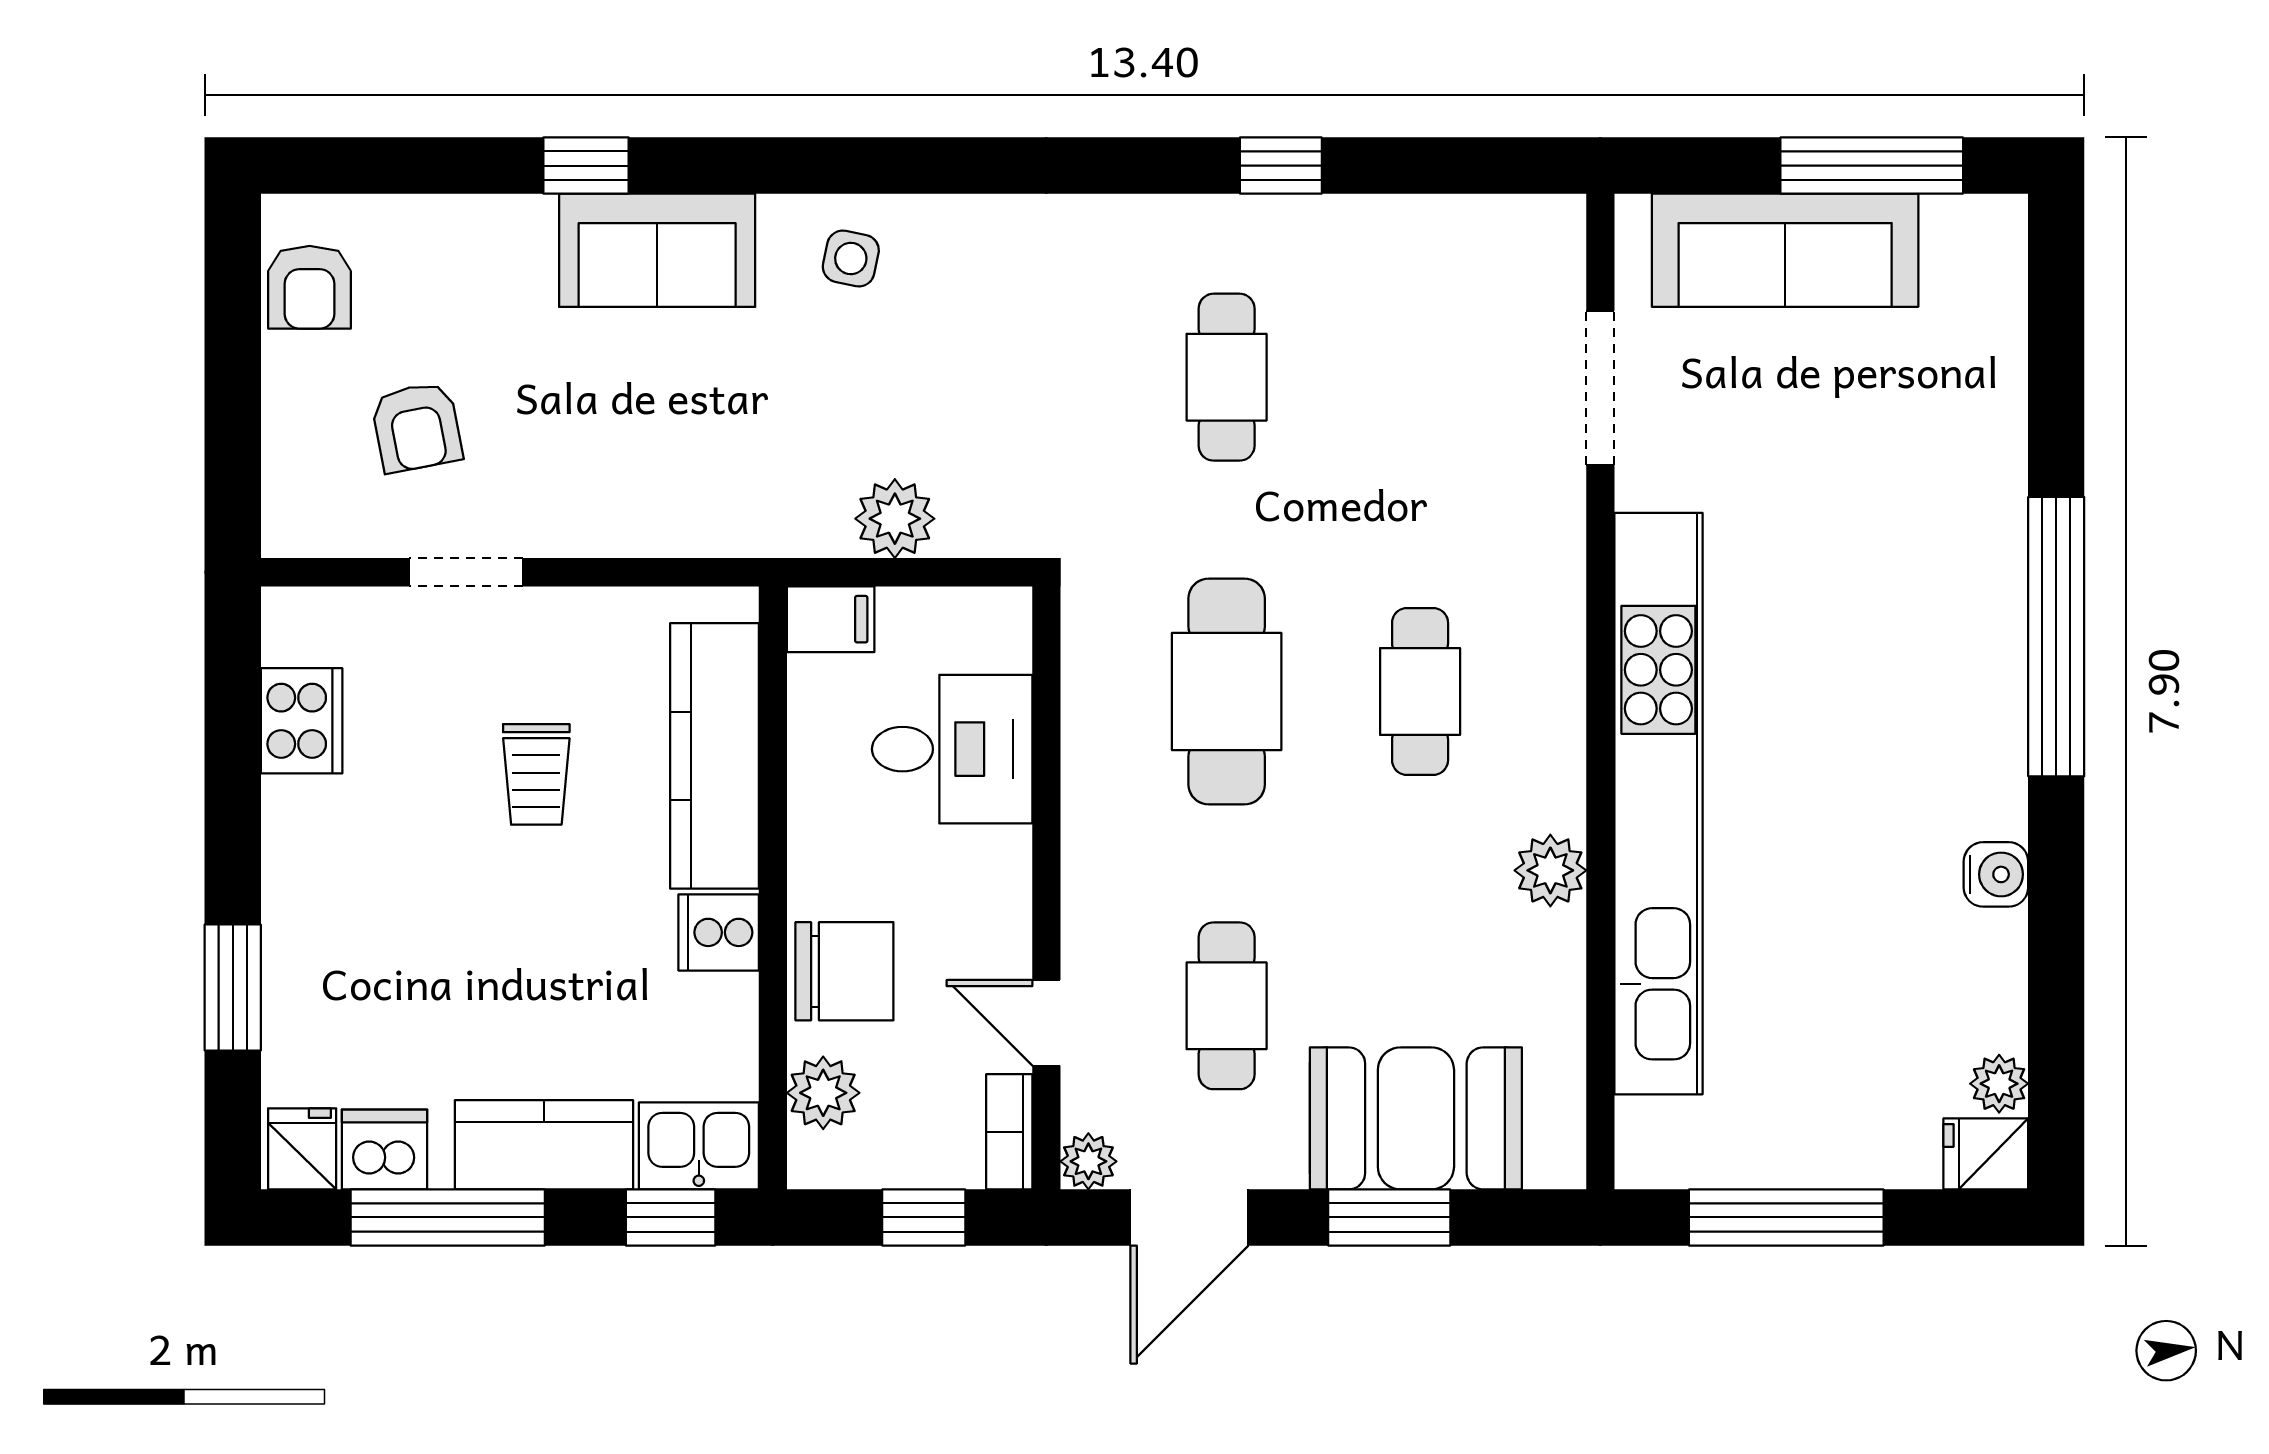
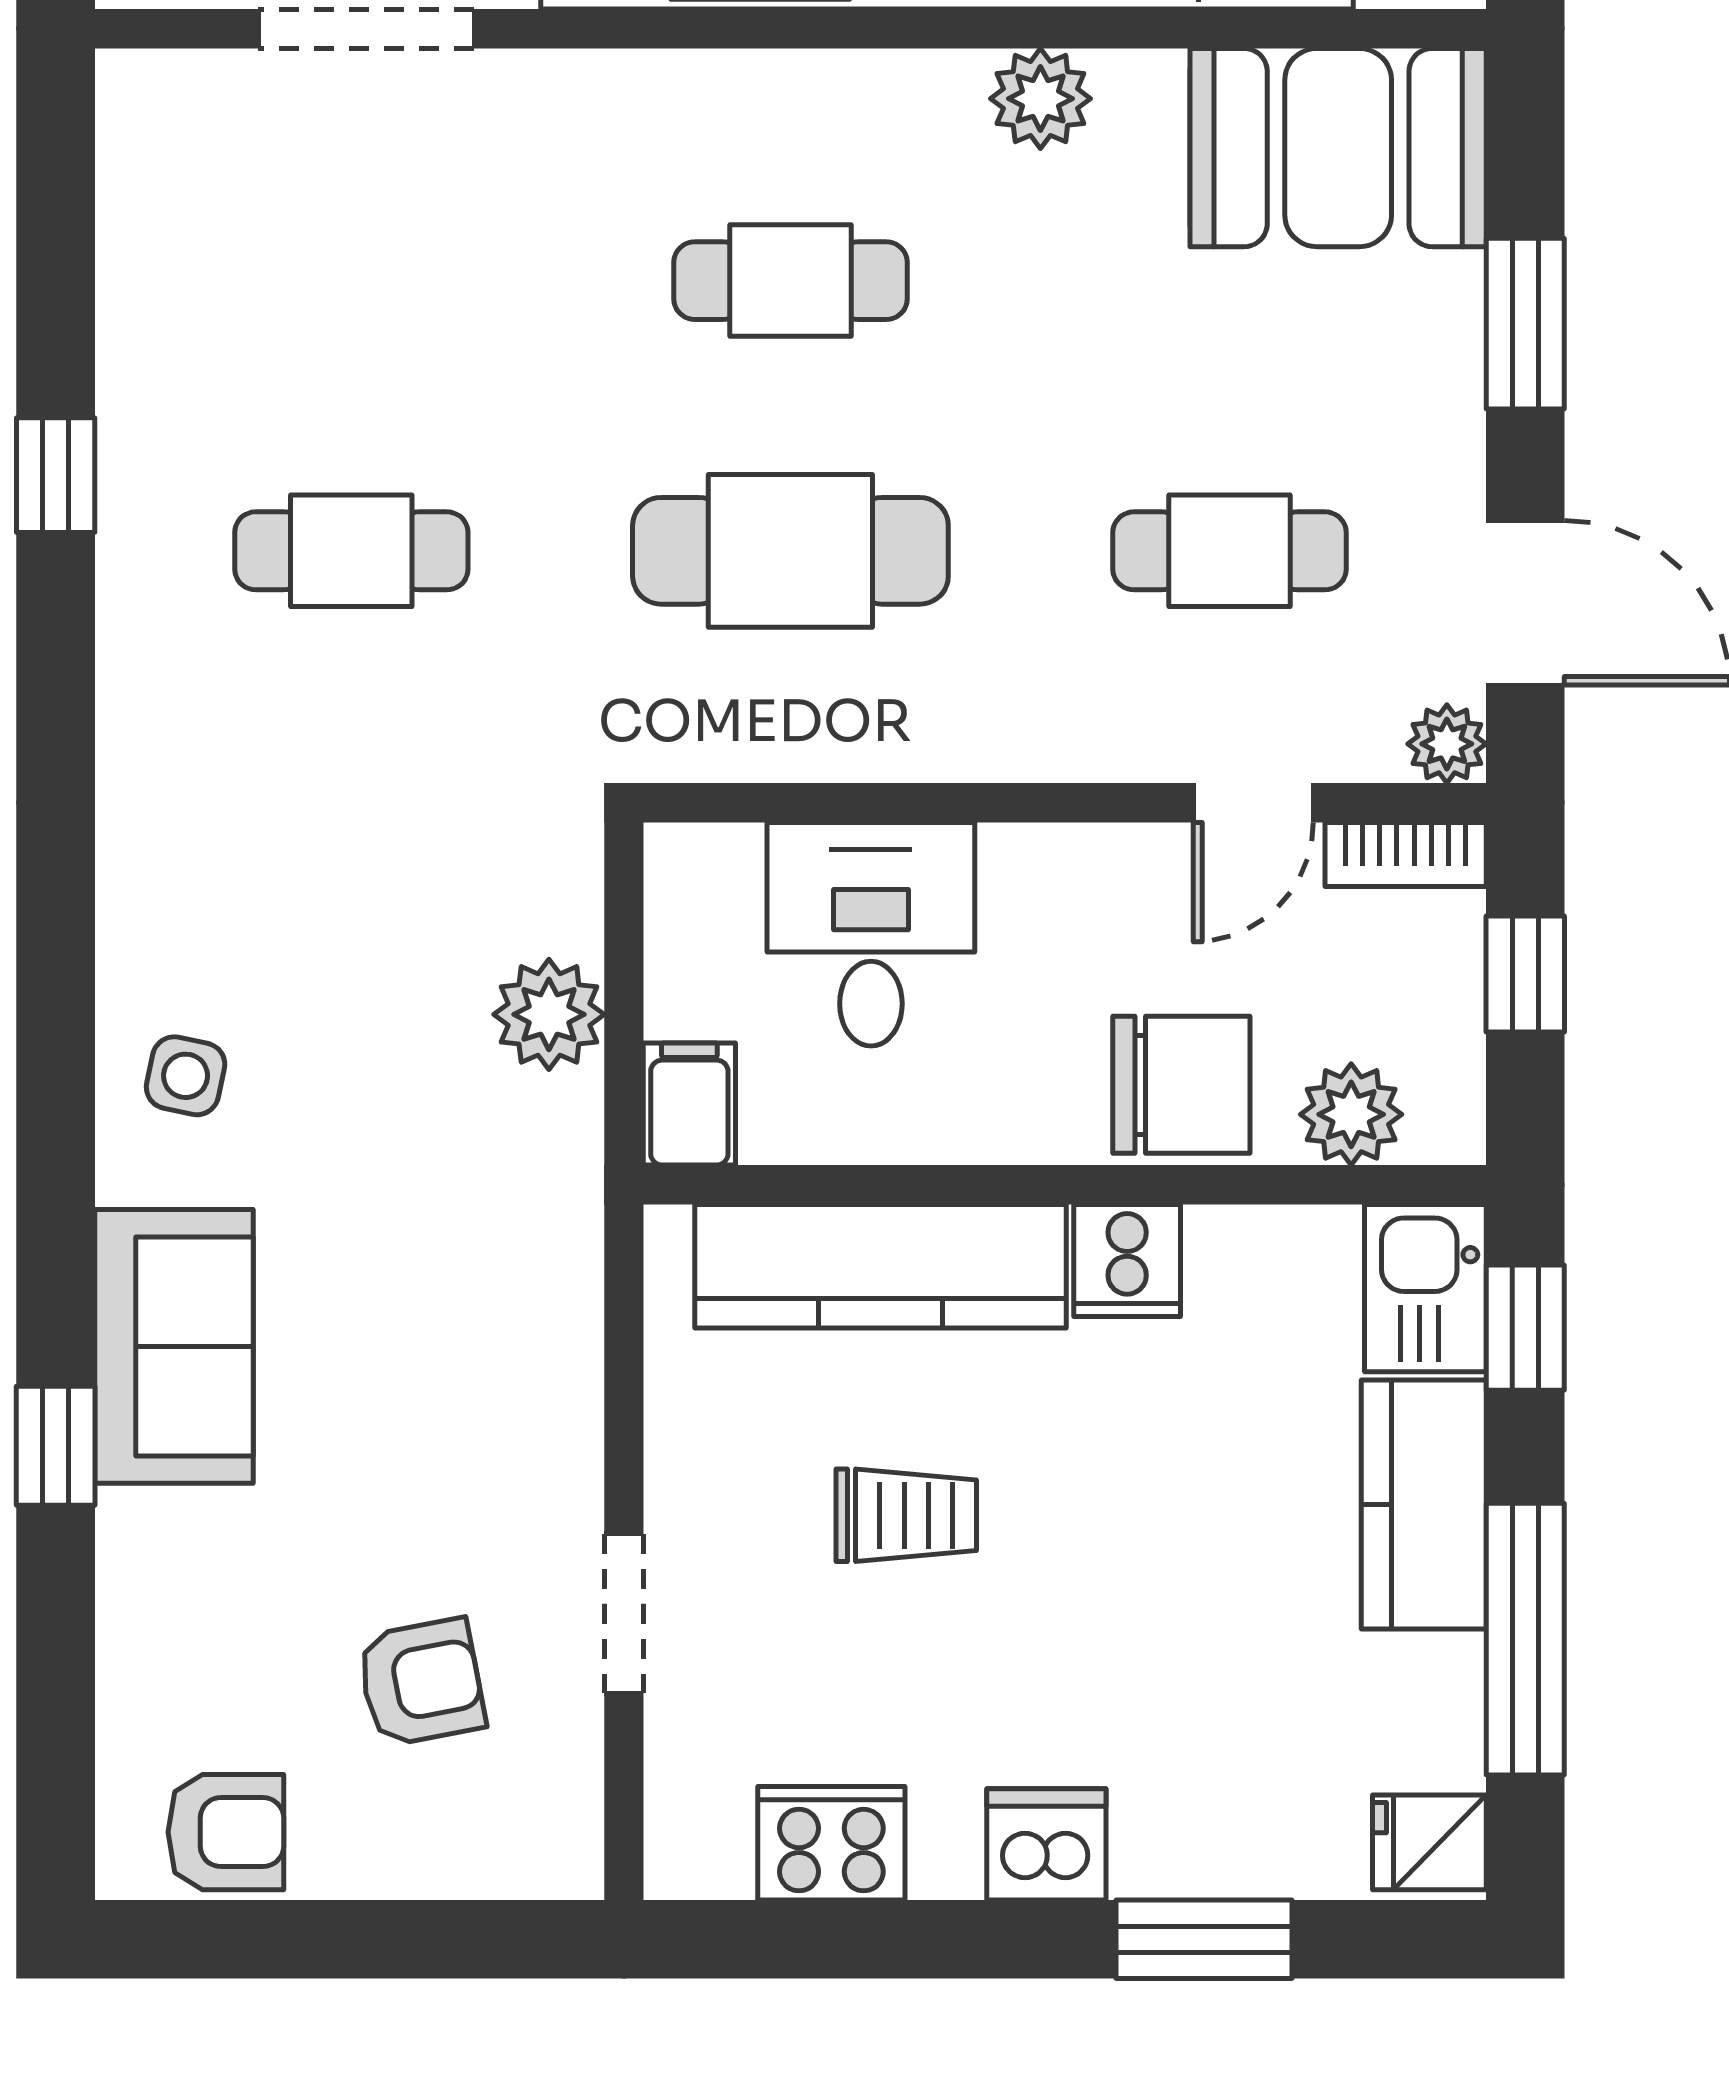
chair: (844, 971) -> (1181, 1085), turned 90
booth: (1416, 1118) -> (1338, 148), moved, turned 90
dishwasher: (384, 1150) -> (1046, 1844), moved, turned 90

